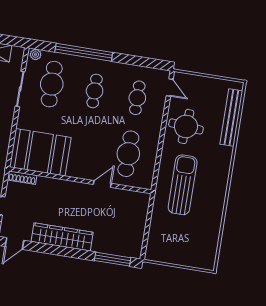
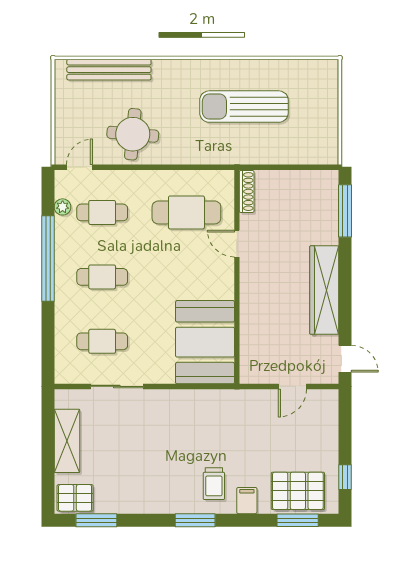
window: (84, 52) -> (48, 258), moved
plant: (36, 55) -> (63, 207), moved
cafe table: (52, 84) -> (102, 341), width x0.73, depth x0.74
shoe rack: (22, 178) -> (247, 192), moved
sun lounger: (183, 185) -> (244, 107), moved

